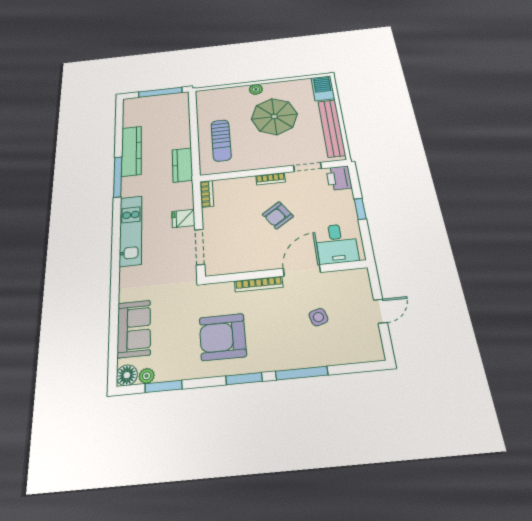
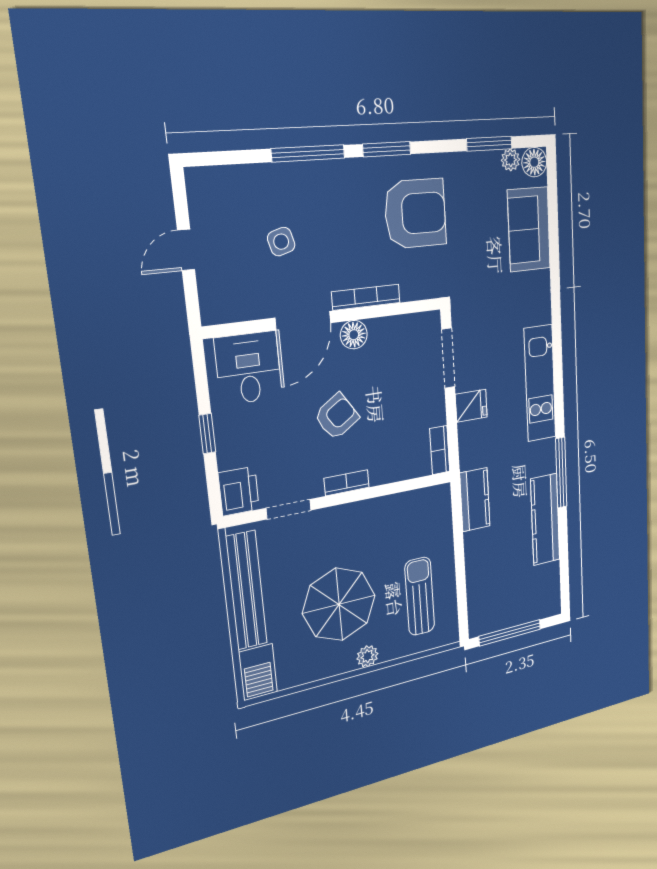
sun lounger: (221, 140) -> (420, 596), moved
floor lamp: (267, 262) -> (354, 335), added

